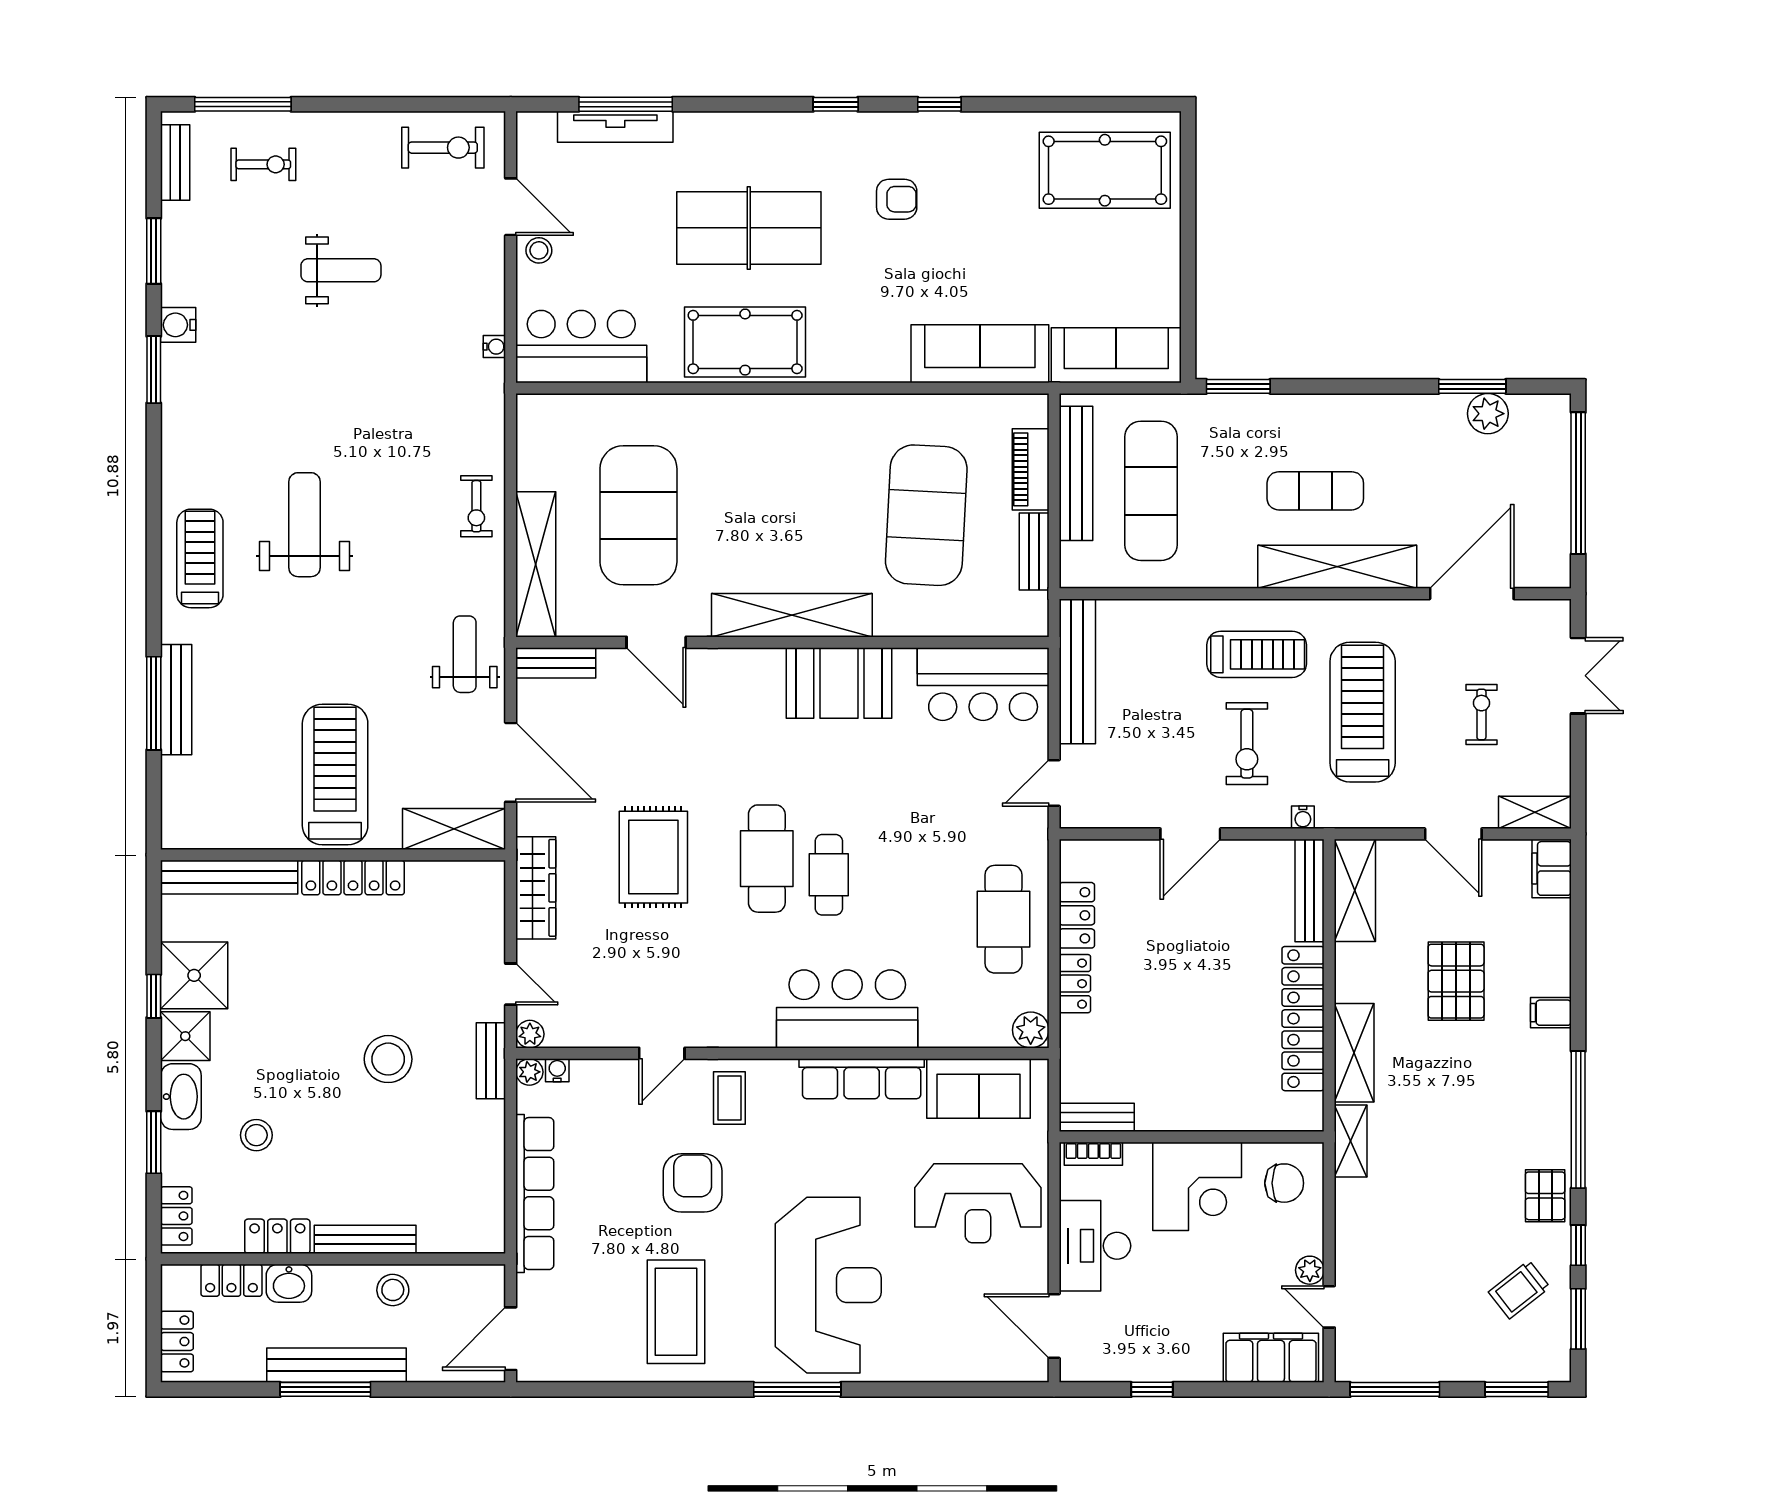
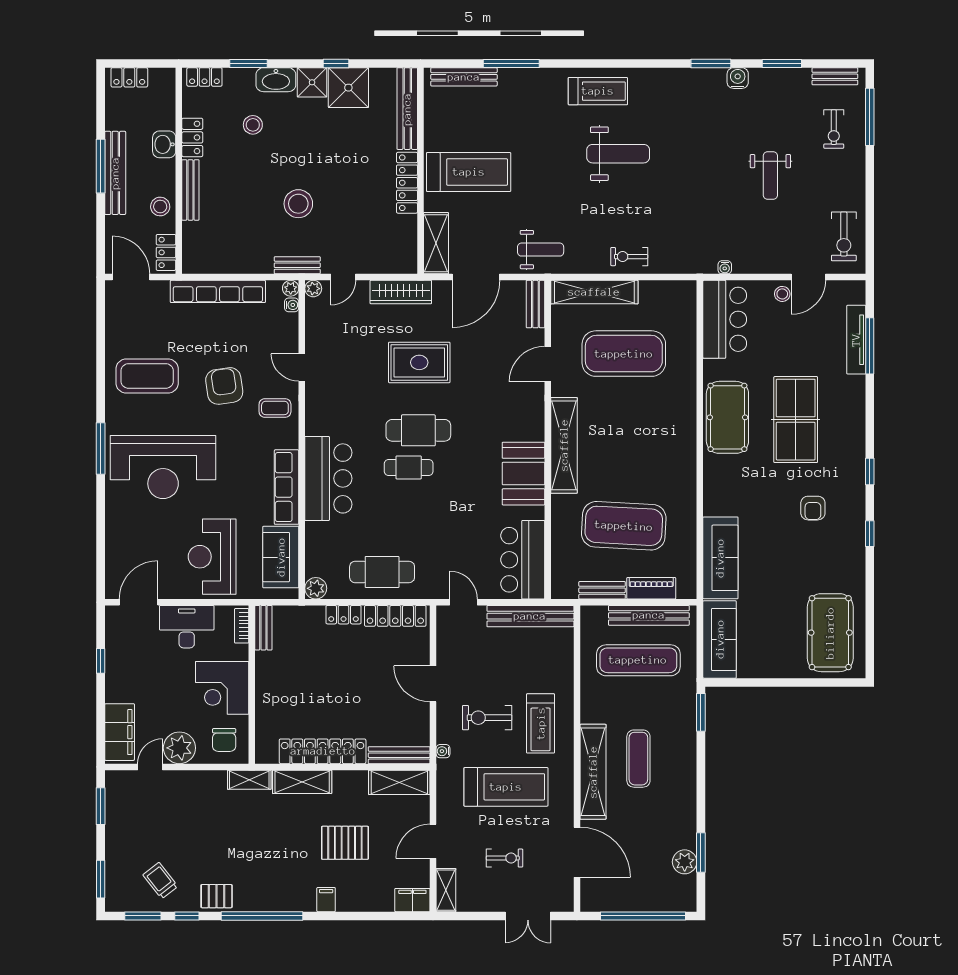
bench: (176, 700) -> (464, 77), moved
locker: (1077, 915) -> (395, 616), width x1.53
armchair: (693, 1183) -> (224, 386), turned -98
plant: (1310, 1270) -> (179, 748), width x1.87, depth x1.87
locker: (231, 1280) -> (166, 252), moved
window: (1395, 1389) -> (101, 806), width x0.69

